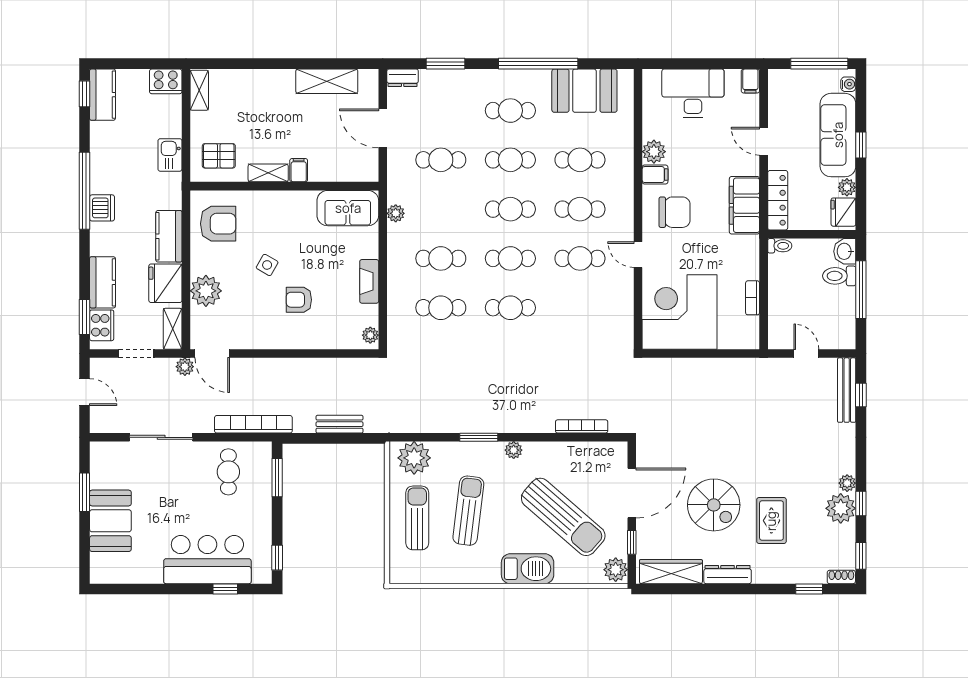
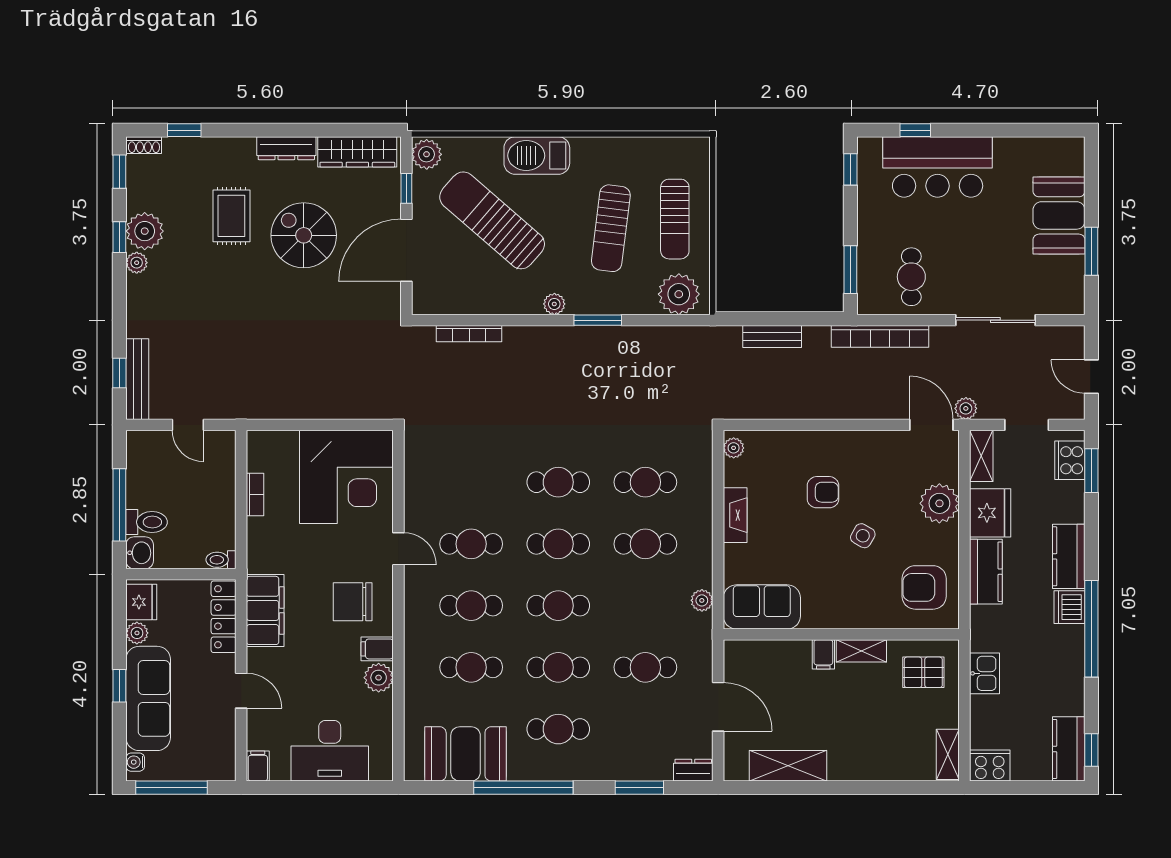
kitchen counter: (103, 282) -> (1069, 556), moved

